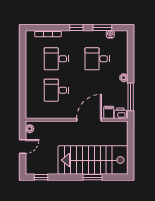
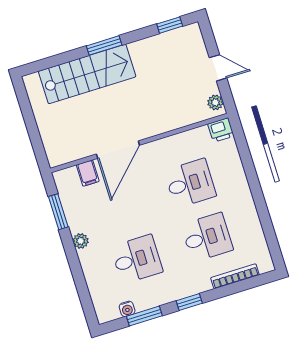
window: (131, 97) -> (58, 212), width x0.69
printer: (120, 113) -> (221, 130), moved
door: (23, 147) -> (218, 68), swing flipped
stairs: (93, 160) -> (87, 74), width x0.73, depth x0.66
window: (92, 177) -> (104, 45), moved

